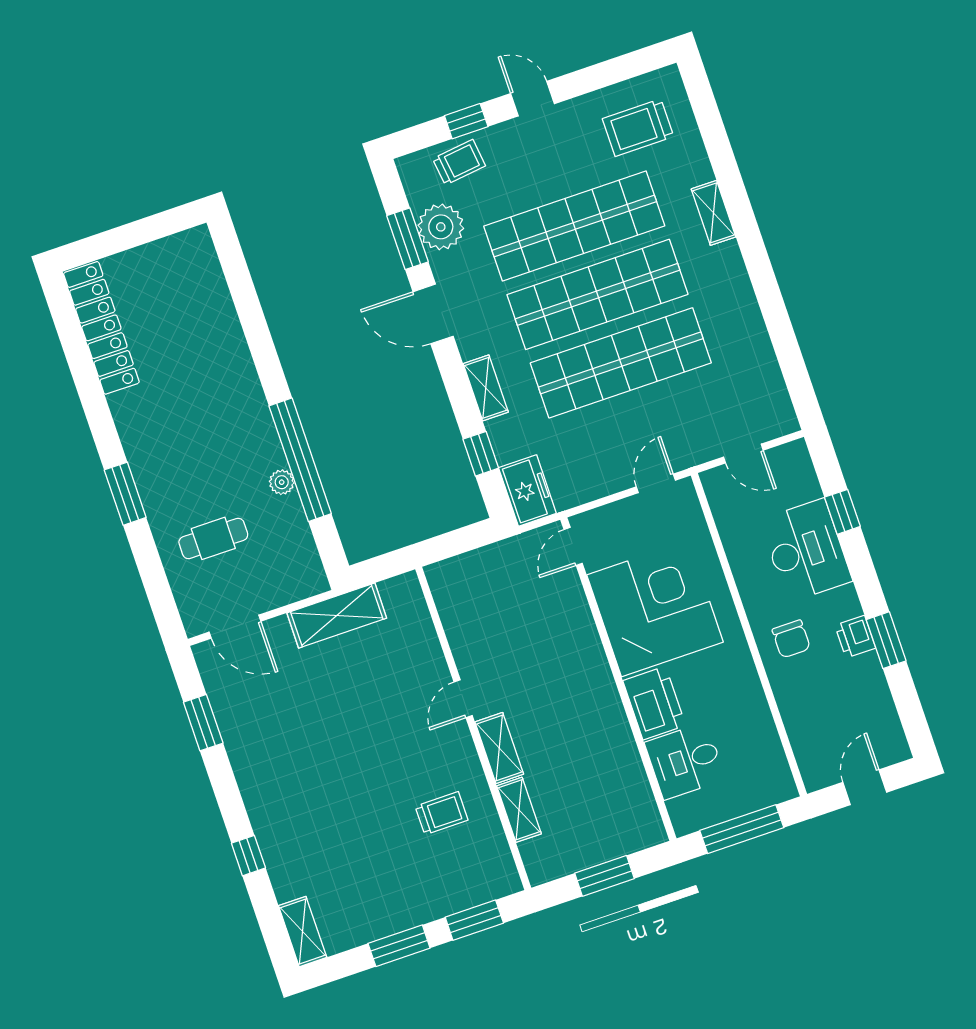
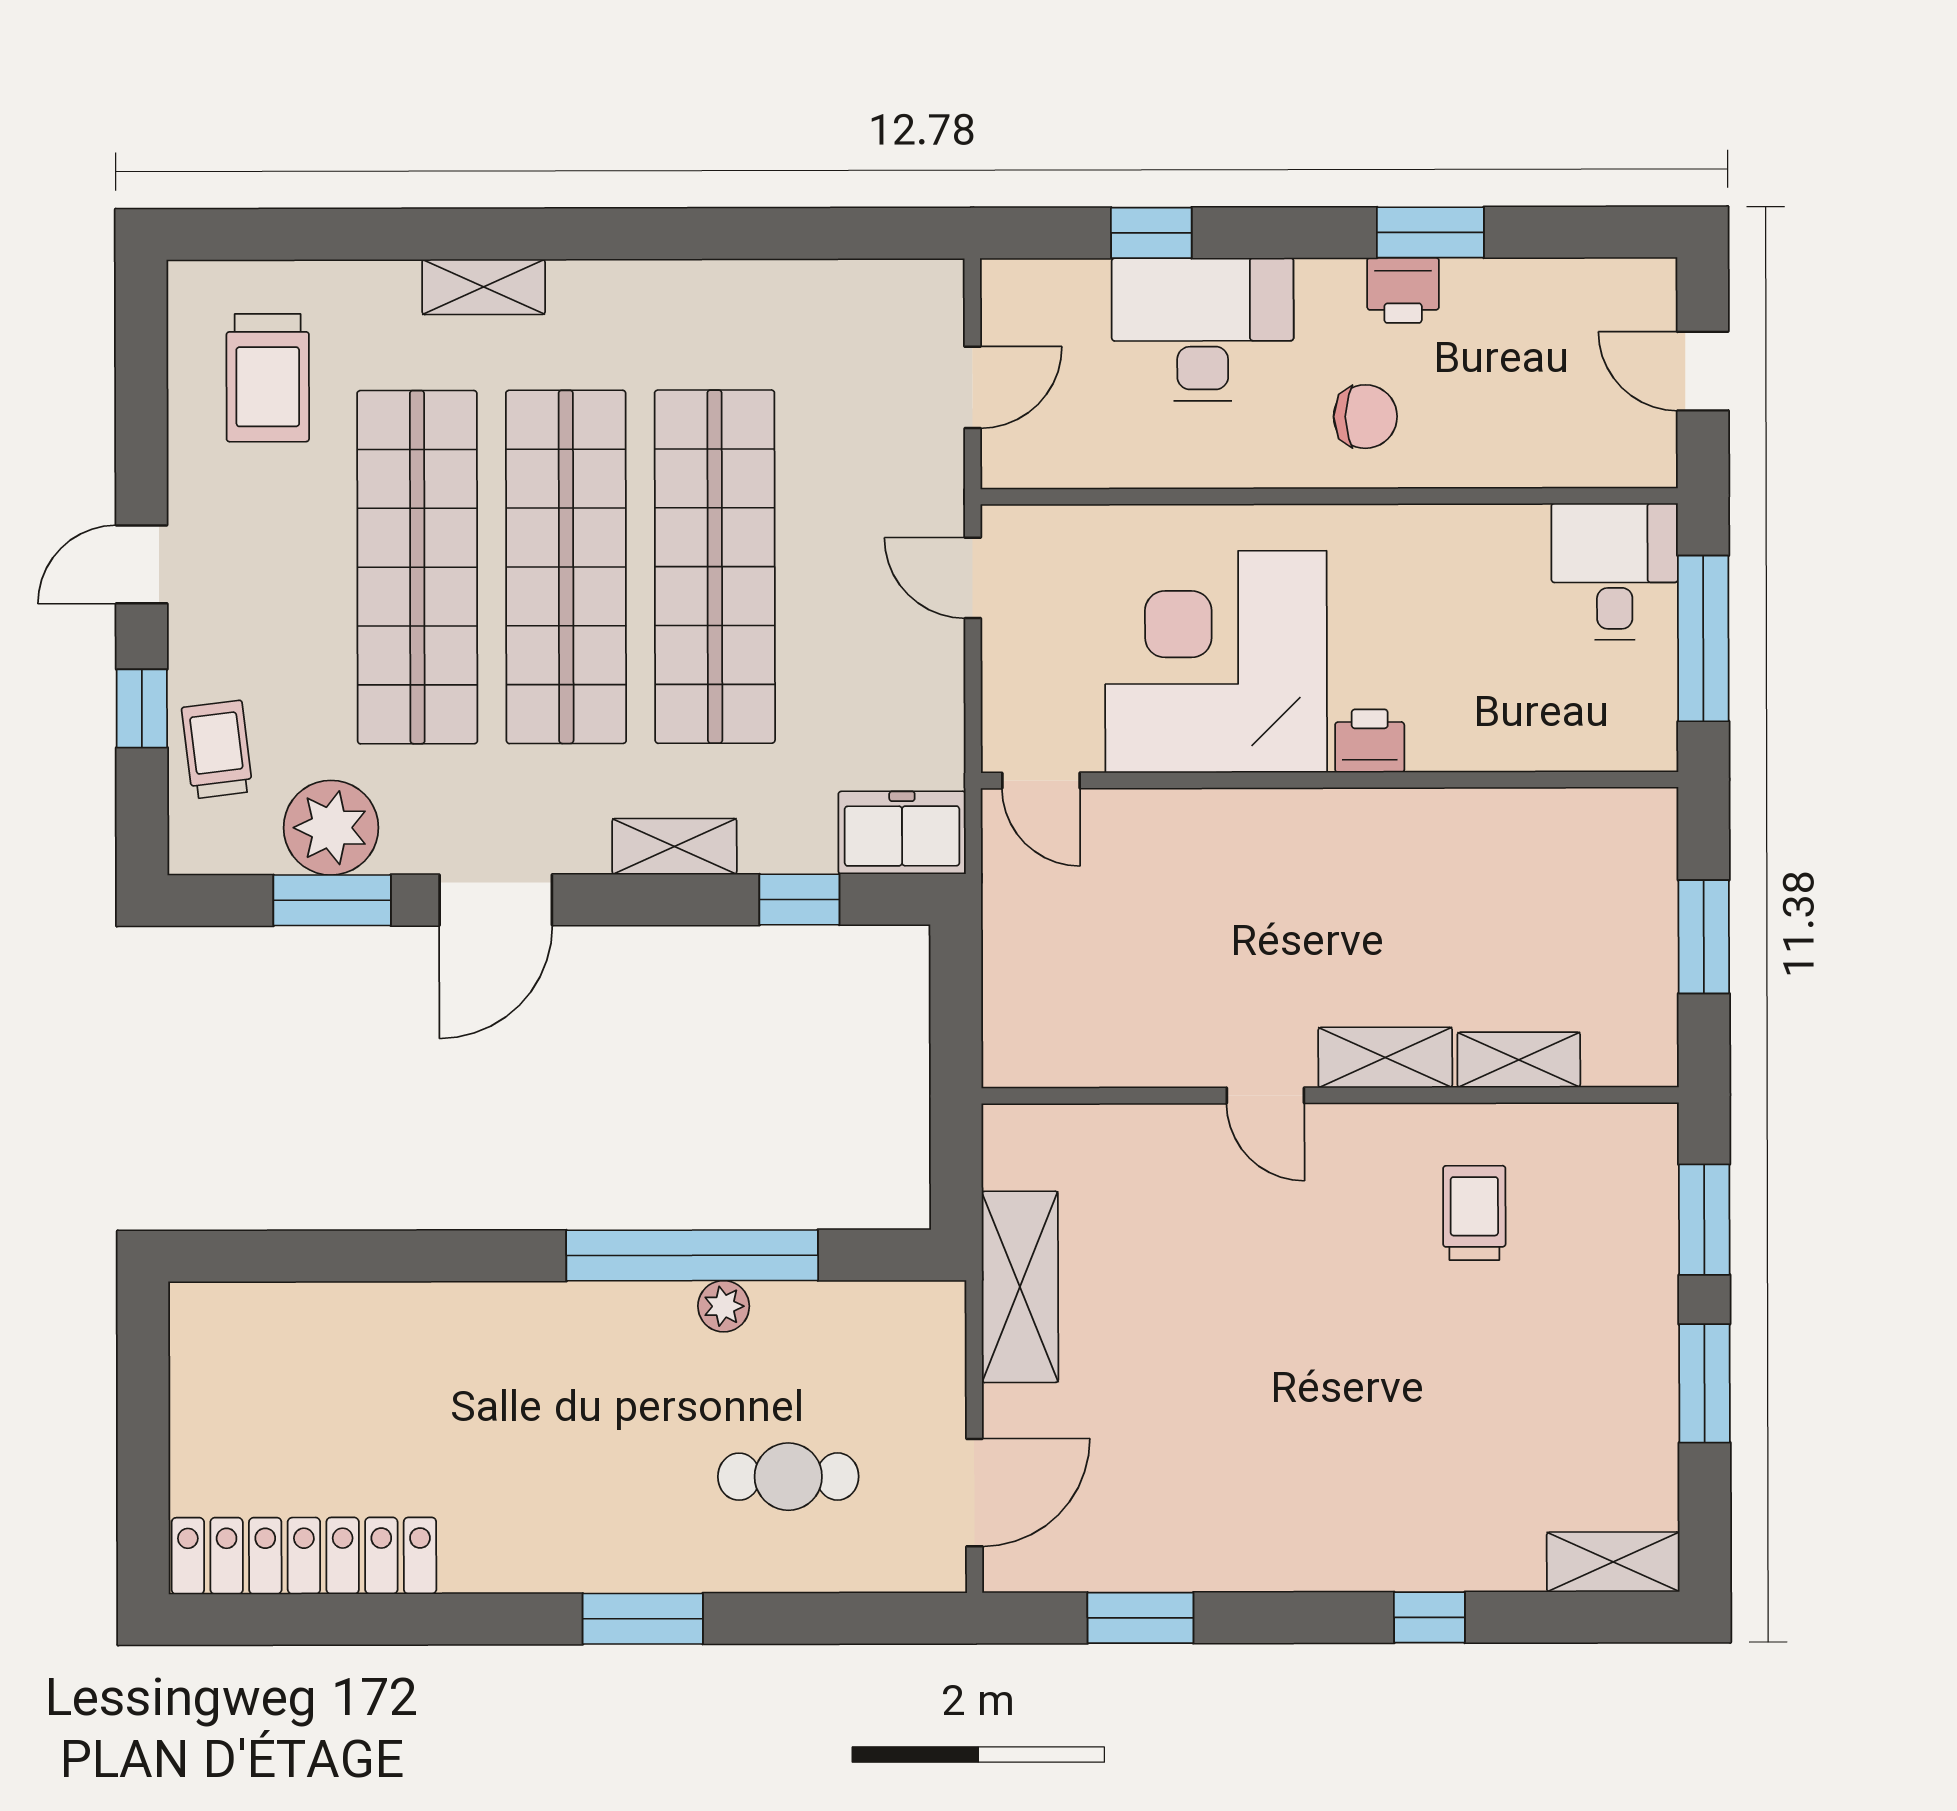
cafe table: (213, 538) -> (788, 1477), turned 90
printer: (654, 703) -> (1370, 741), width x0.53, depth x0.68
desk: (685, 761) -> (1615, 571), moved, turned 180

